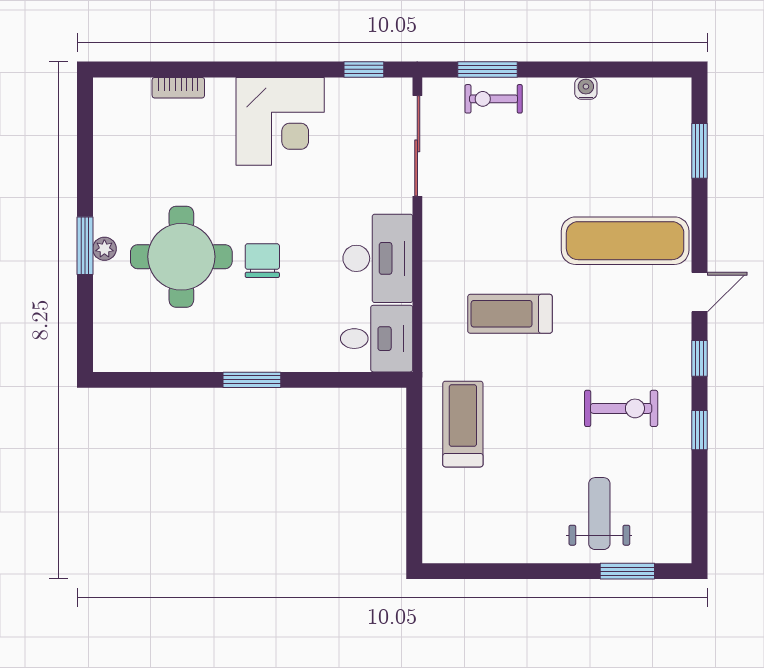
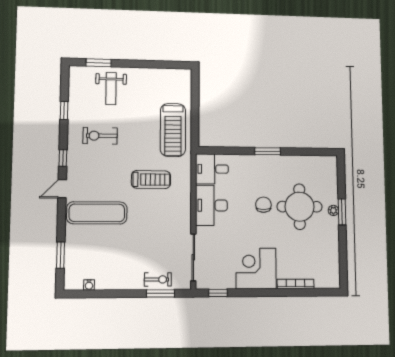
bookcase: (178, 88) -> (296, 284), width x1.56
water cooler: (586, 88) -> (89, 285), moved
chair: (262, 261) -> (263, 205), turned 180
treadmill: (463, 424) -> (173, 130), width x1.37, depth x1.38
window: (700, 430) -> (64, 110), moved

